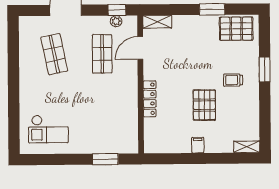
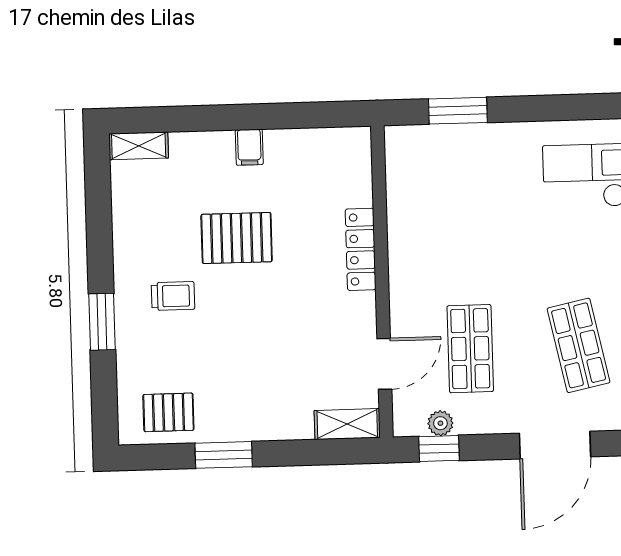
pallet: (236, 29) -> (168, 412), width x0.67, depth x0.71
pallet: (204, 105) -> (237, 238), turned 90

